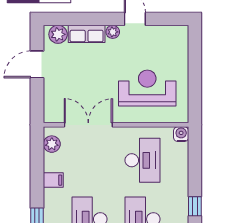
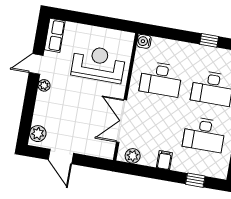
row of seats: (87, 34) -> (55, 35), moved
reception desk: (147, 88) -> (98, 64), turned 90
desk: (143, 160) -> (161, 79), turned 180

